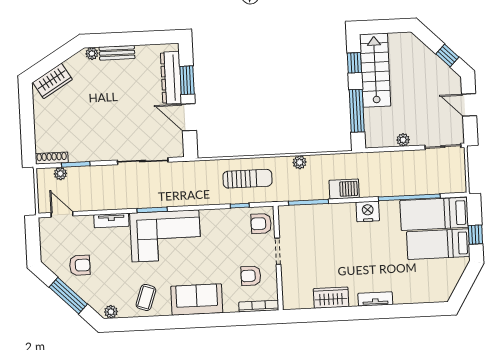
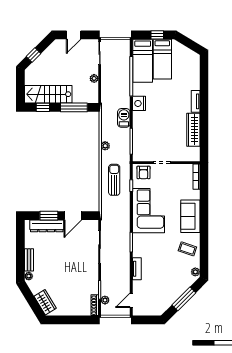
window: (447, 56) -> (34, 55), moved
corner sofa: (165, 236) -> (148, 211), moved
armchair: (80, 265) -> (165, 290), removed
armchair: (251, 276) -> (177, 181), removed
wardrobe: (331, 298) -> (193, 130), width x1.50

